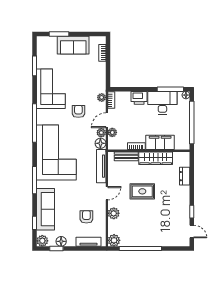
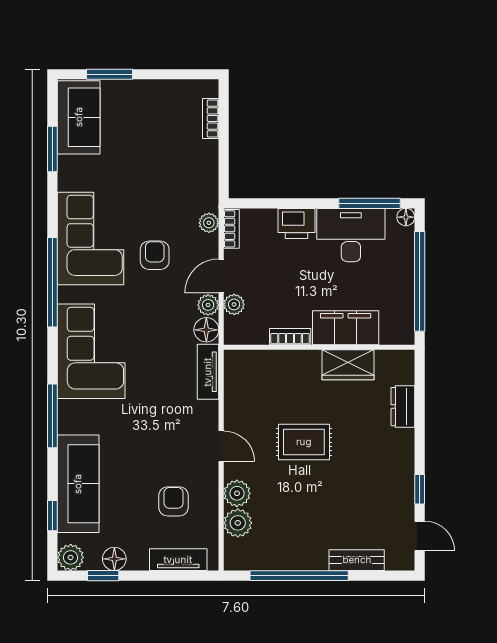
sofa: (73, 45) -> (79, 117), moved, turned -90
corner sofa: (51, 89) -> (90, 238), moved
corner sofa: (56, 153) -> (91, 351), width x0.73, depth x0.74
bench: (126, 156) -> (357, 560), moved
wardrobe: (156, 158) -> (348, 365), width x0.67
tv unit: (101, 166) -> (208, 372), width x0.71
door: (107, 193) -> (221, 446), hinge flipped
plant: (114, 240) -> (238, 523), moved

